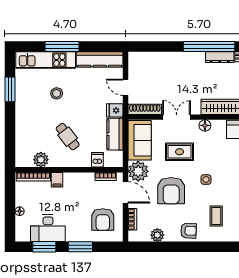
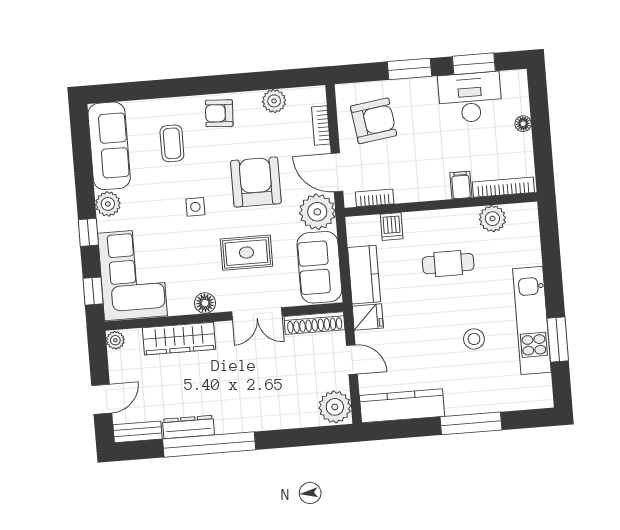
kitchen unit: (46, 60) -> (532, 320), moved, turned -90
plant: (137, 62) -> (335, 407), added
cafe table: (68, 137) -> (448, 264), turned -53
armchair: (103, 219) -> (374, 121), turned 82

